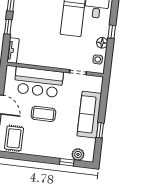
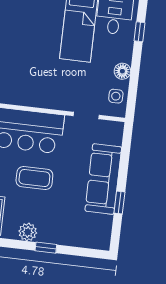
window: (112, 32) -> (140, 32), moved
plant: (78, 154) -> (28, 232), moved
window: (67, 162) -> (46, 248), moved

